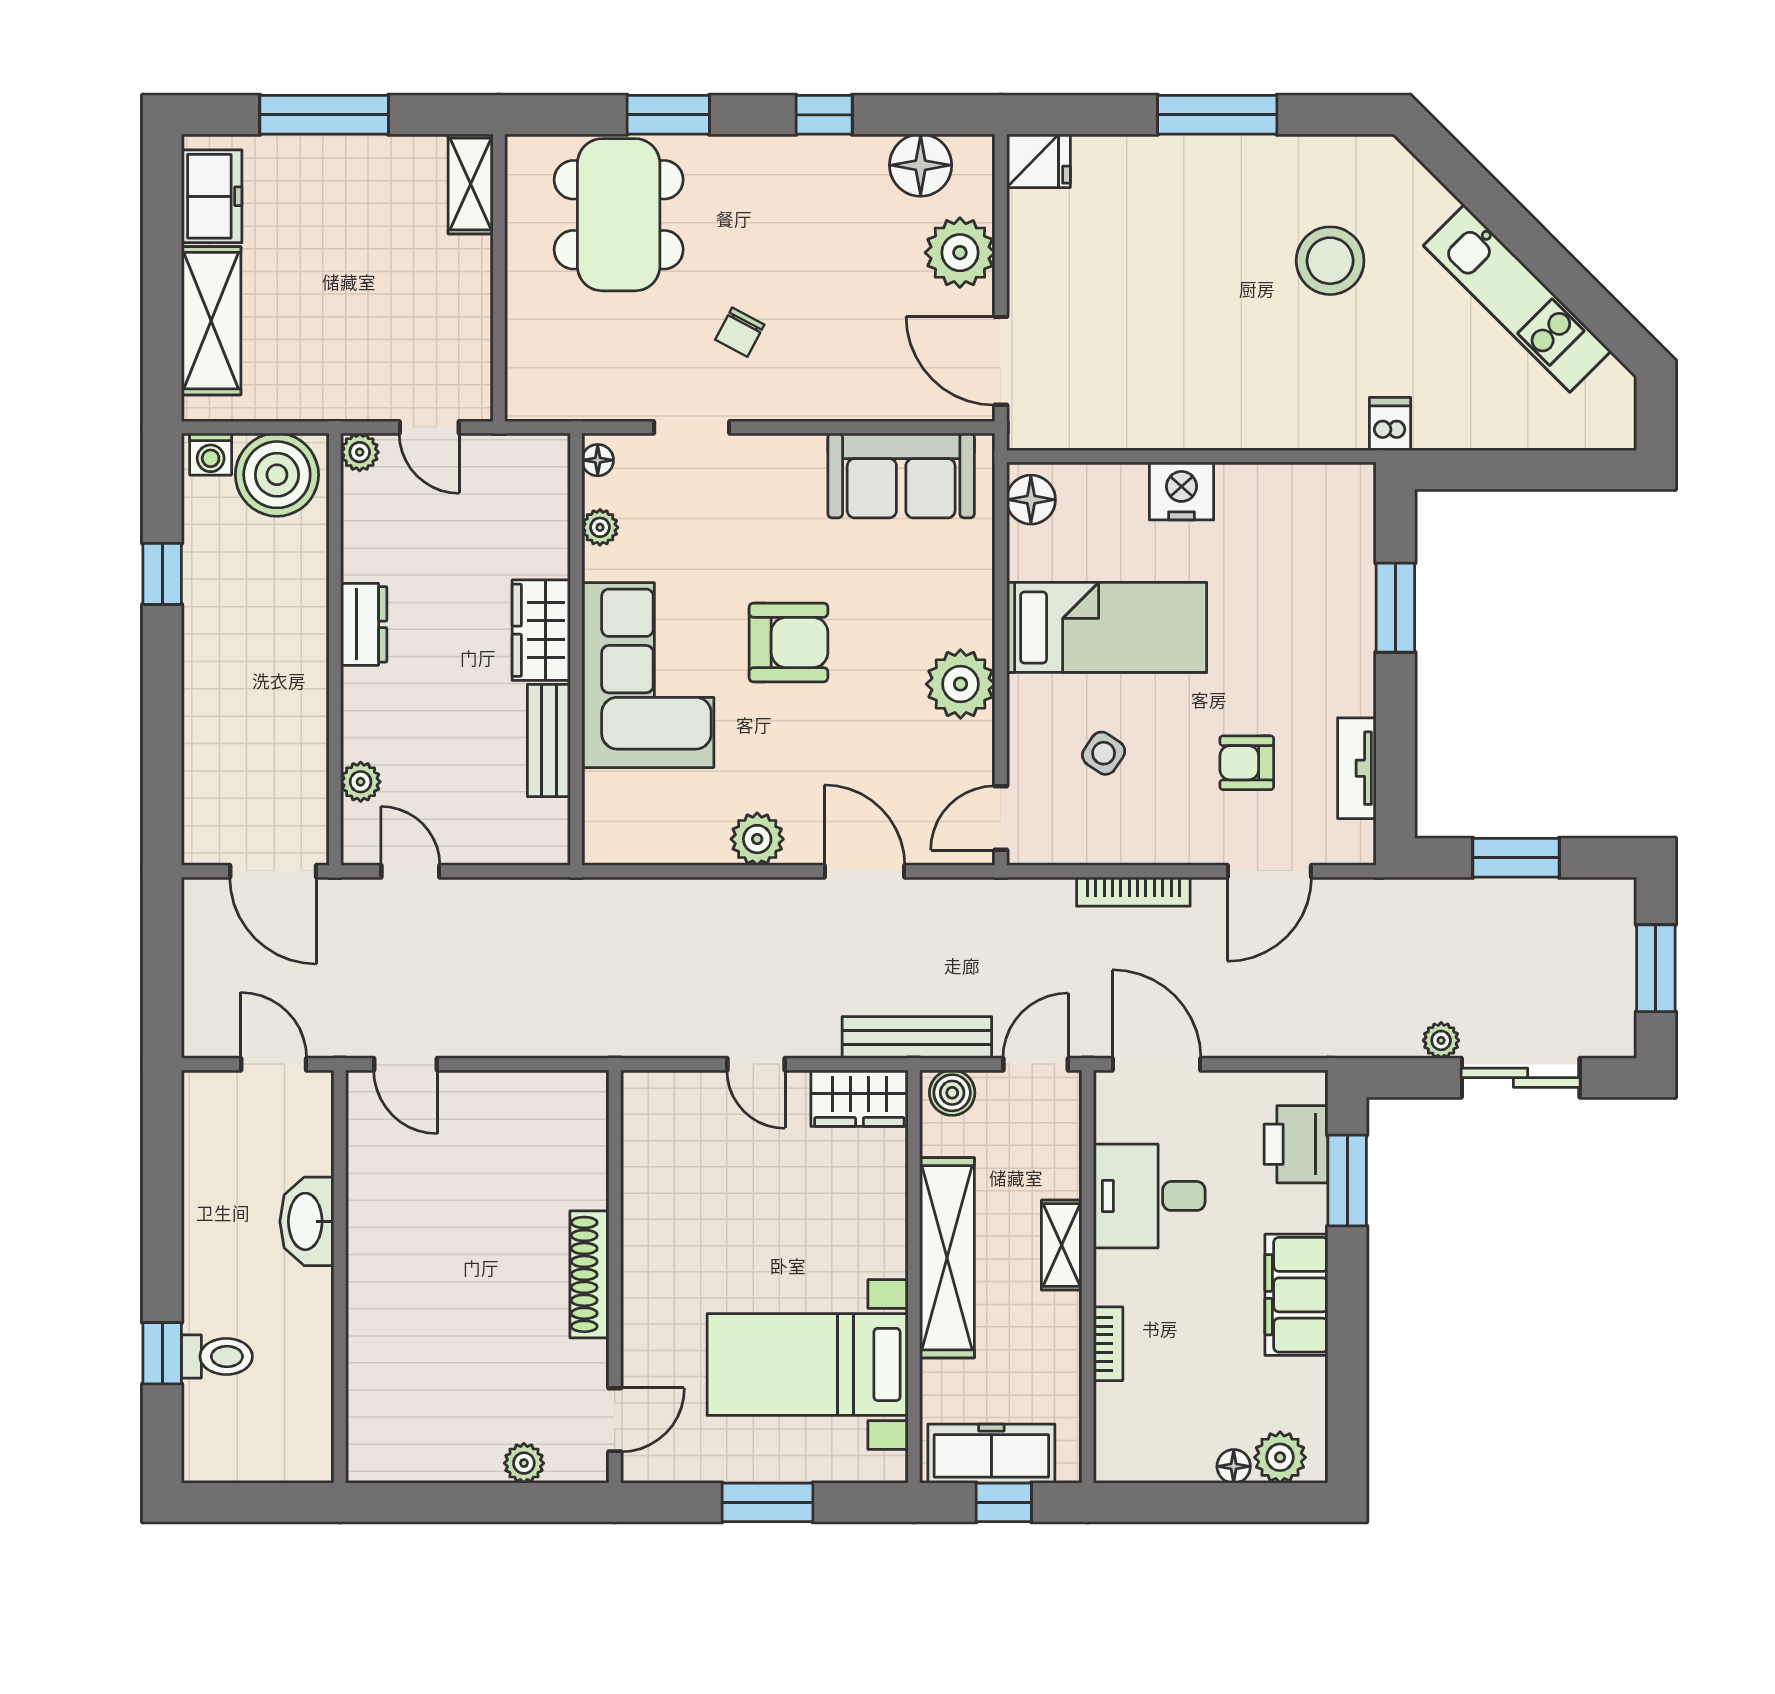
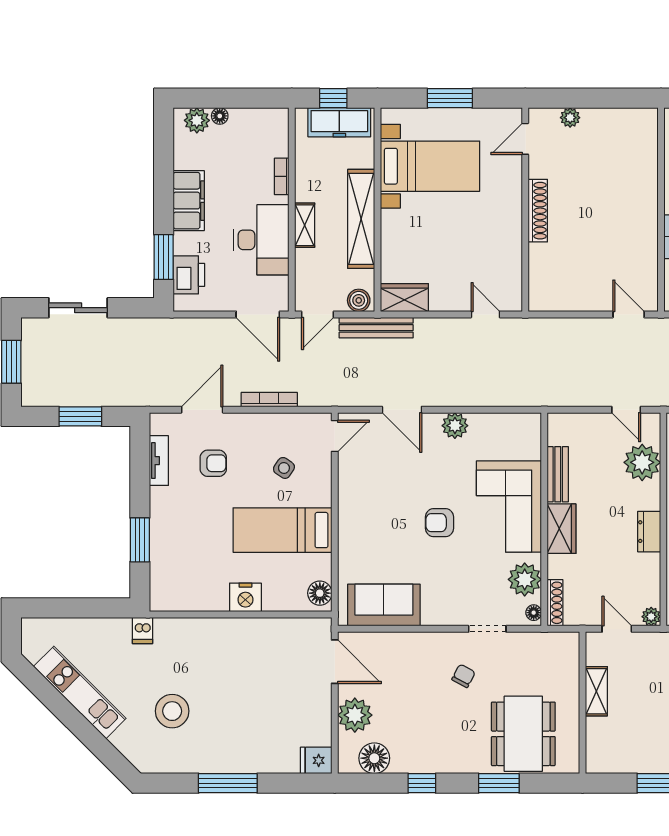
shelving: (471, 184) -> (596, 691), moved
shoe rack: (554, 480) -> (555, 603), added
plant: (600, 527) -> (525, 579), width x1.88, depth x1.88
armchair: (788, 642) -> (439, 523), width x0.72, depth x0.72
plant: (960, 684) -> (355, 502), removed
plant: (361, 782) -> (642, 462), width x1.87, depth x1.87
plant: (1441, 1040) -> (117, 326), removed
door: (756, 1064) -> (485, 314), moved
desk: (1149, 1196) -> (261, 240), width x1.37

